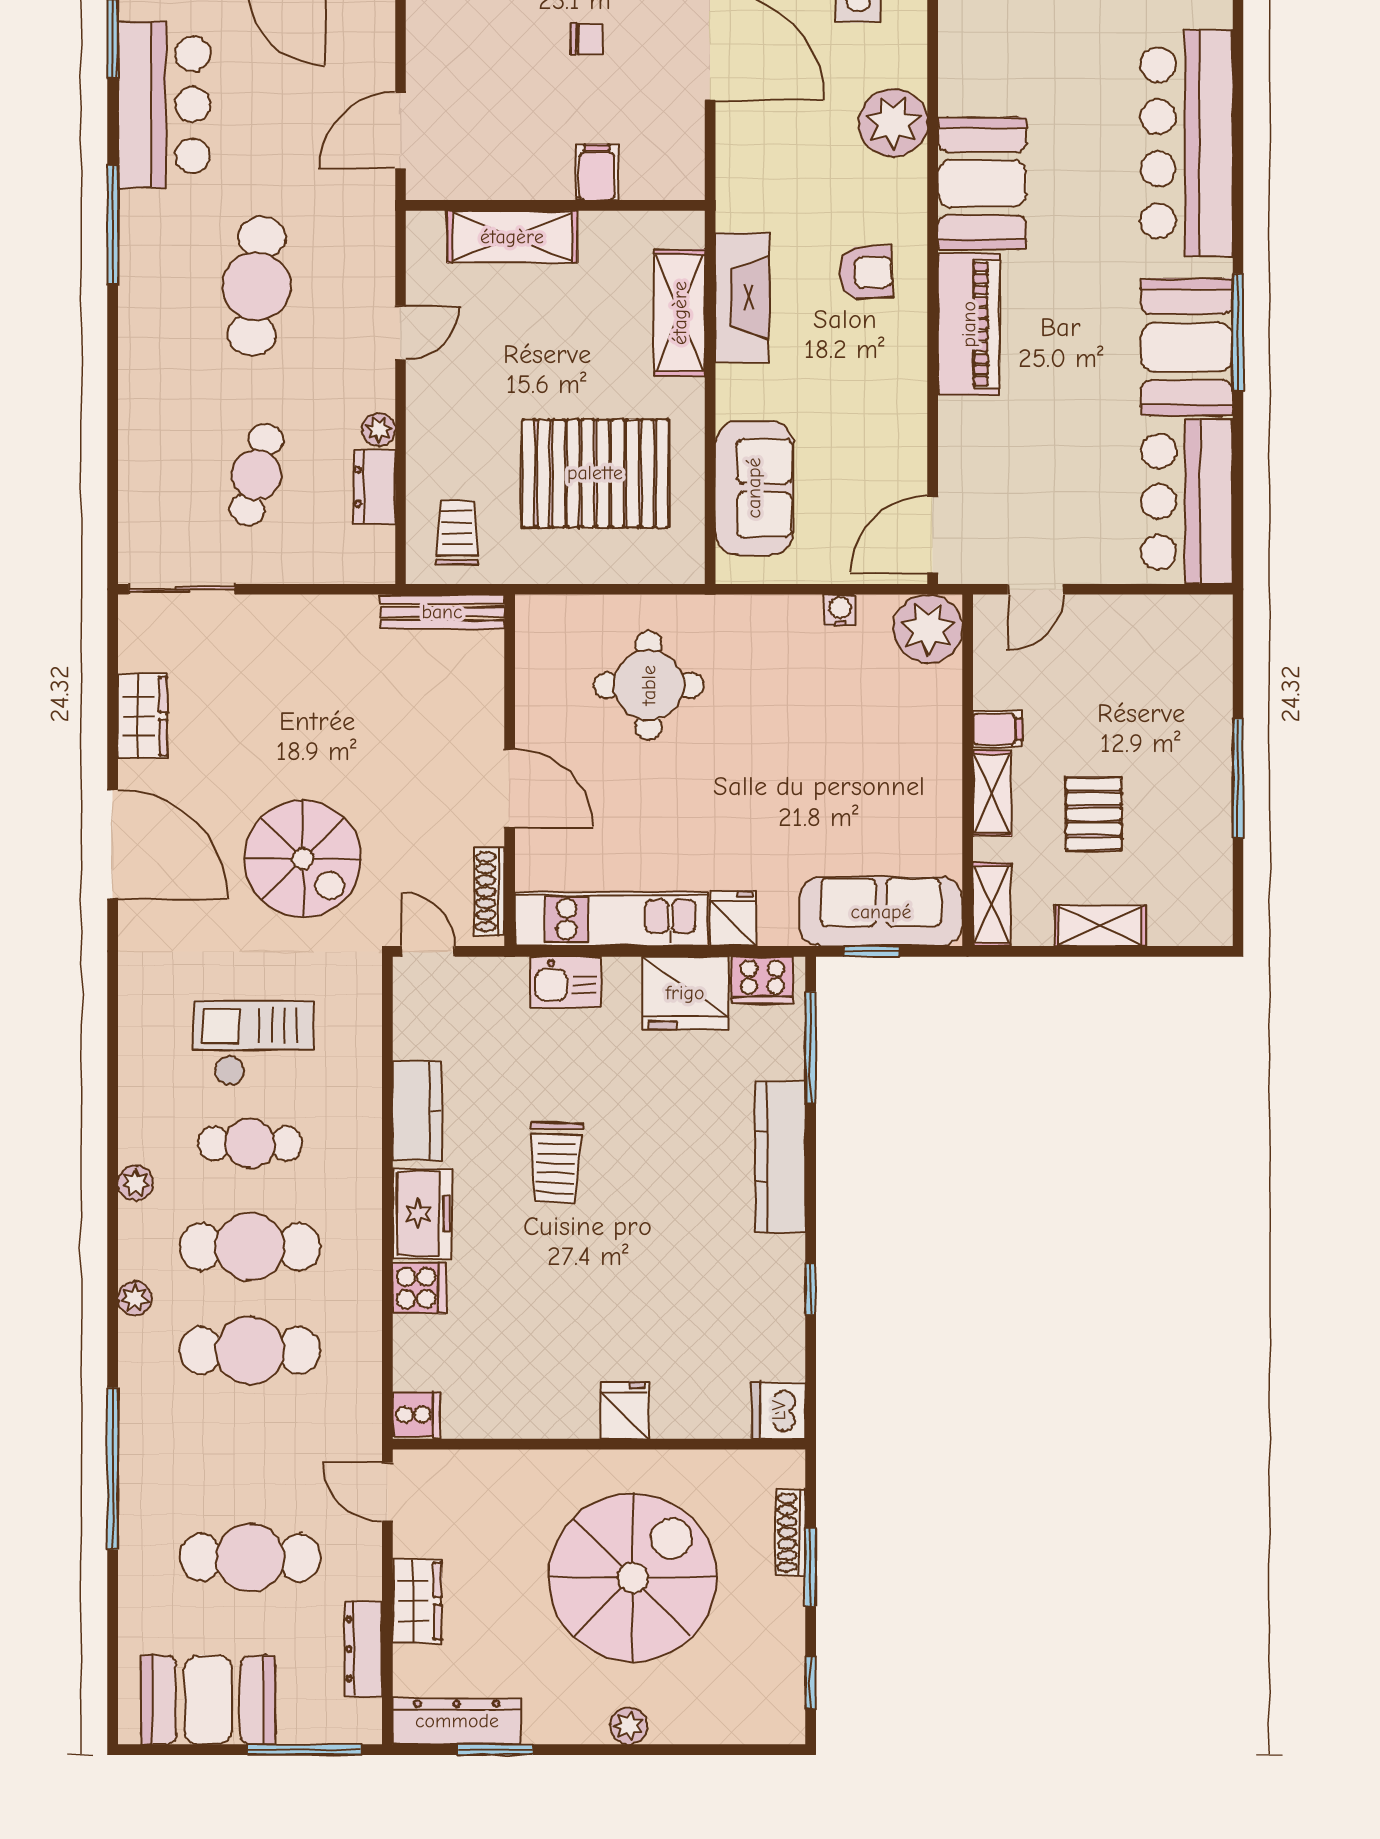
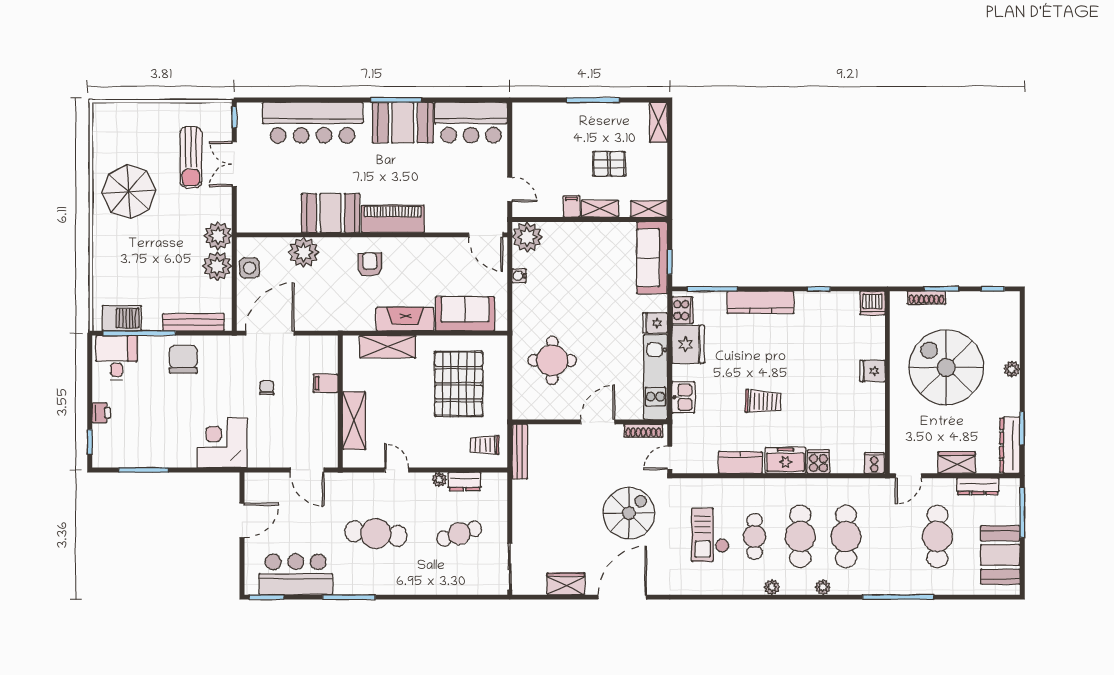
fireplace: (742, 298) -> (405, 319), moved
cafe table: (257, 475) -> (459, 534), turned -33
shelving: (1100, 926) -> (658, 122), moved

